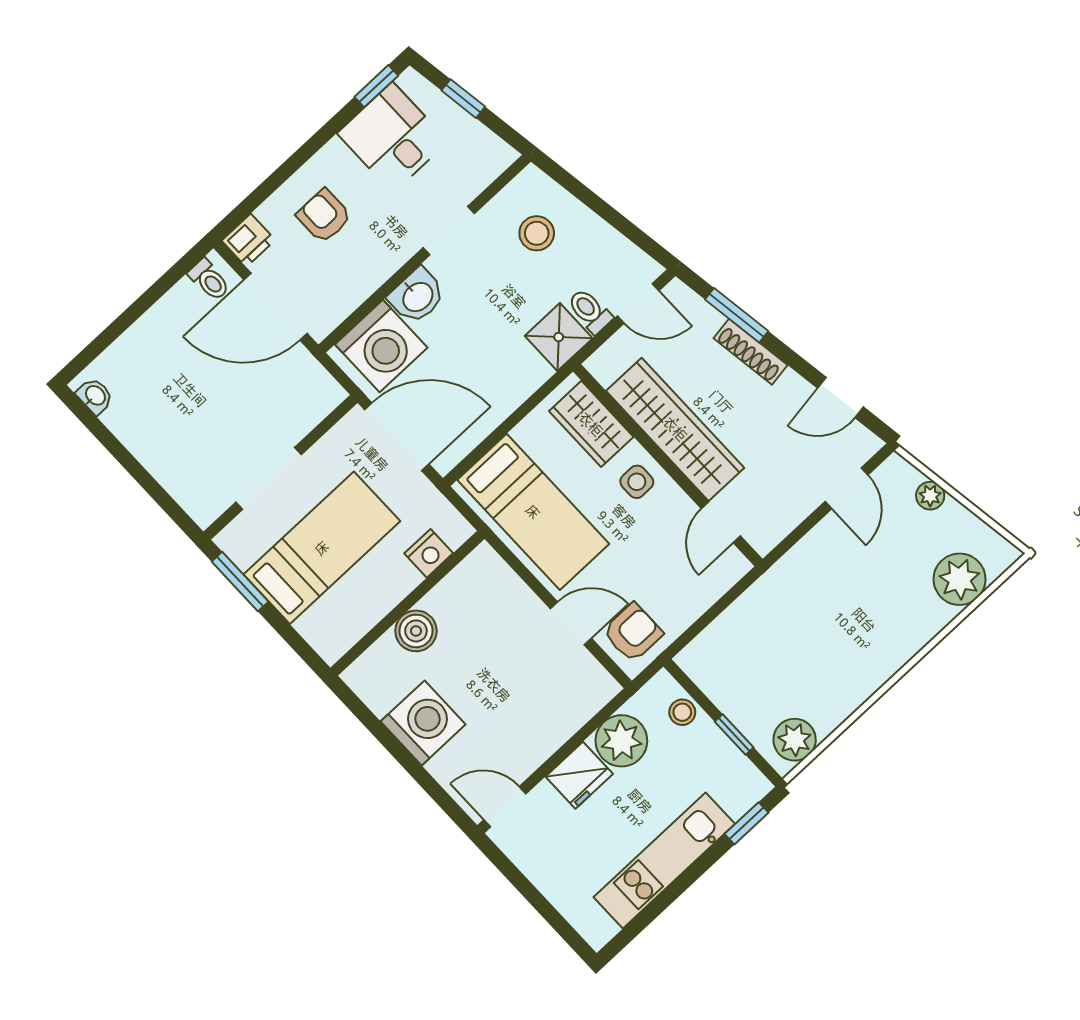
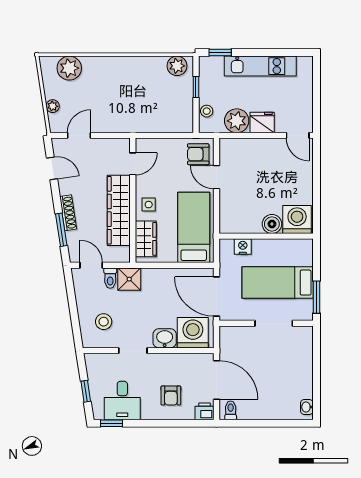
washing machine: (423, 723) -> (297, 220), moved, turned 90

